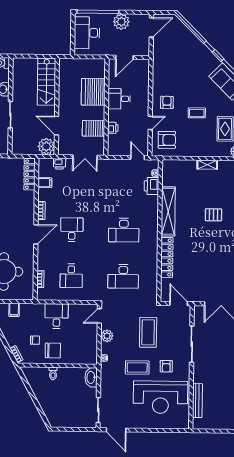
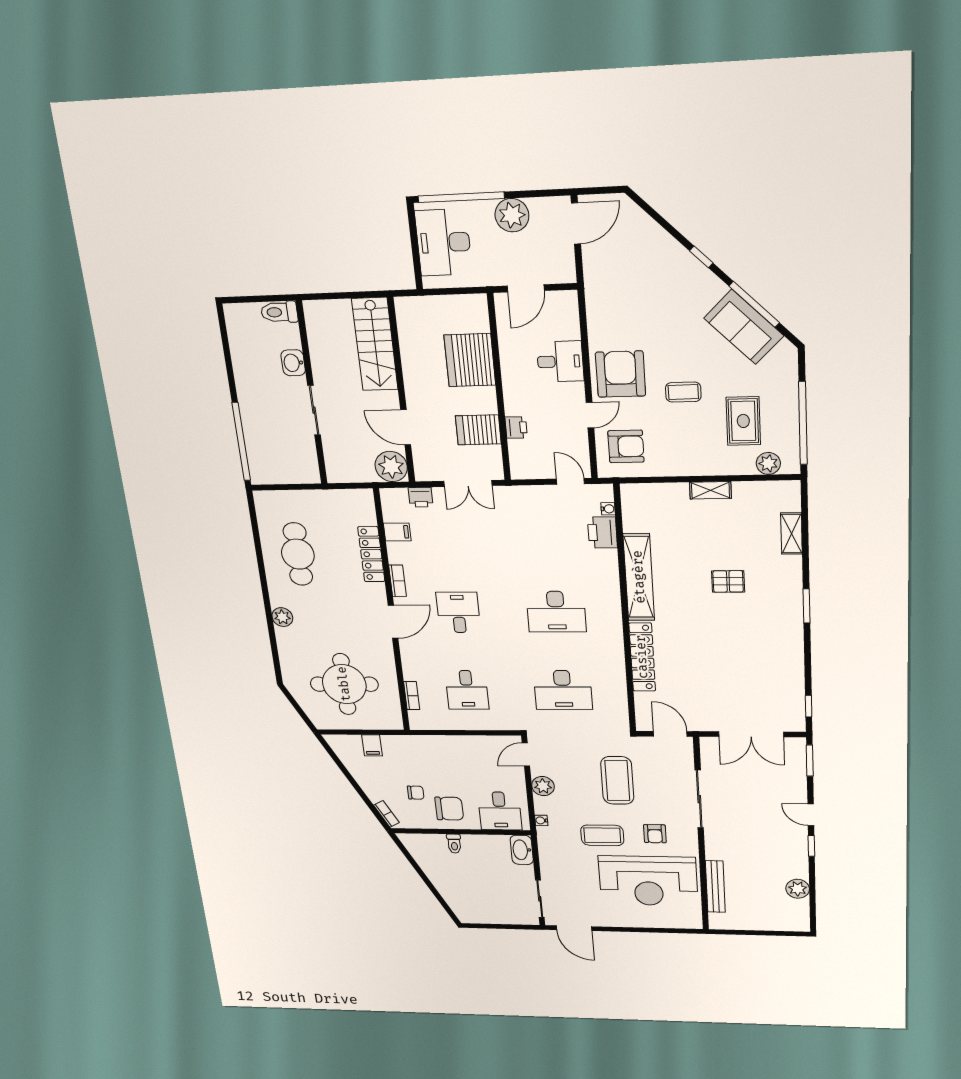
desk: (119, 99) -> (560, 361), moved, turned 180
armchair: (167, 102) -> (620, 374), width x1.88, depth x1.88
locker: (30, 174) -> (371, 554), moved
desk: (57, 316) -> (500, 811), moved, turned 180

